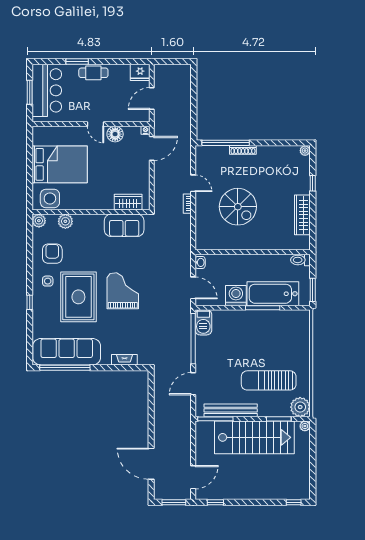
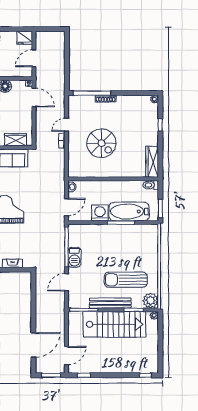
door: (152, 148) -> (34, 97), hinge flipped
door: (193, 183) -> (66, 125), swing flipped
wardrobe: (302, 215) -> (152, 162), moved
door: (193, 288) -> (66, 207), hinge flipped
barbecue: (203, 322) -> (74, 257), moved
bench: (231, 410) -> (110, 303), moved
door: (151, 464) -> (33, 345), swing flipped

